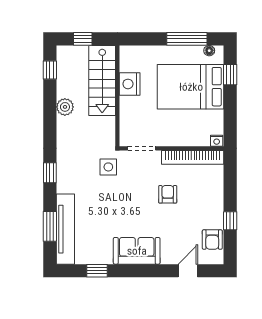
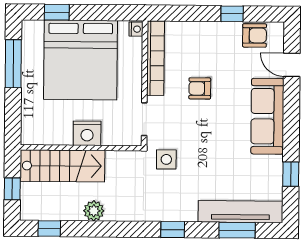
floor lamp: (209, 51) -> (28, 37), removed
nightstand: (130, 84) -> (87, 133), moved
bed: (191, 87) -> (80, 60), width x1.36
sofa: (137, 251) -> (267, 116), width x1.36

